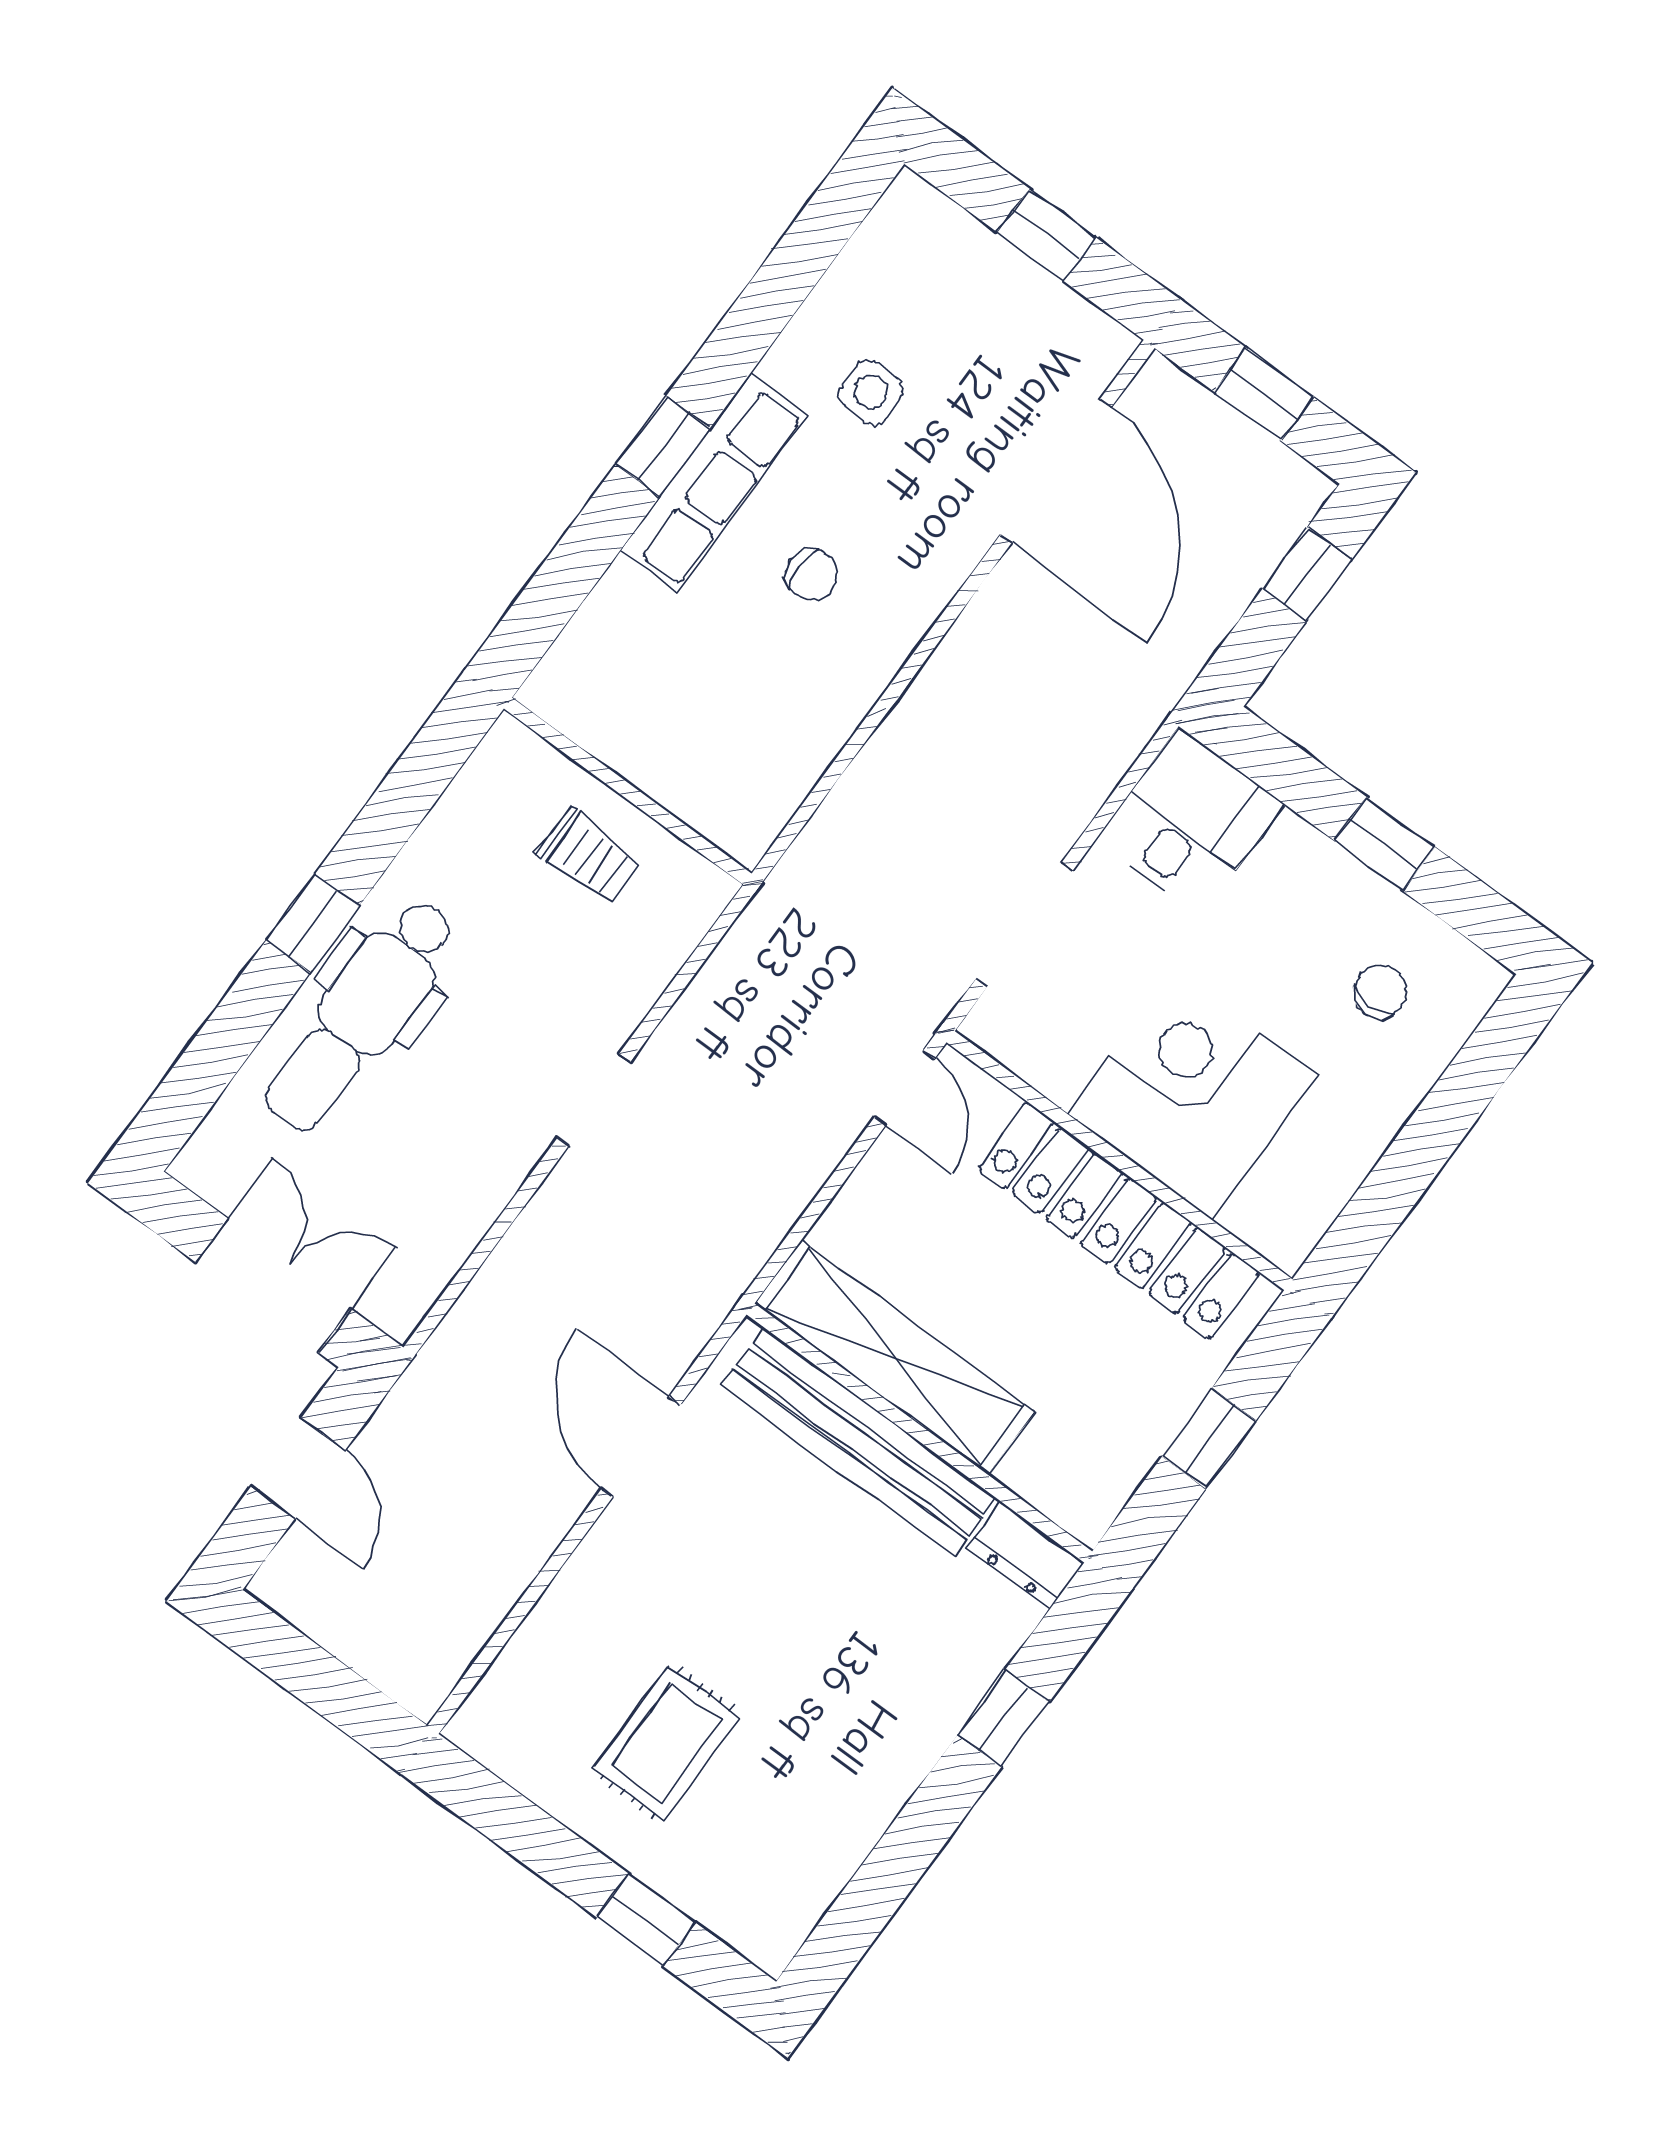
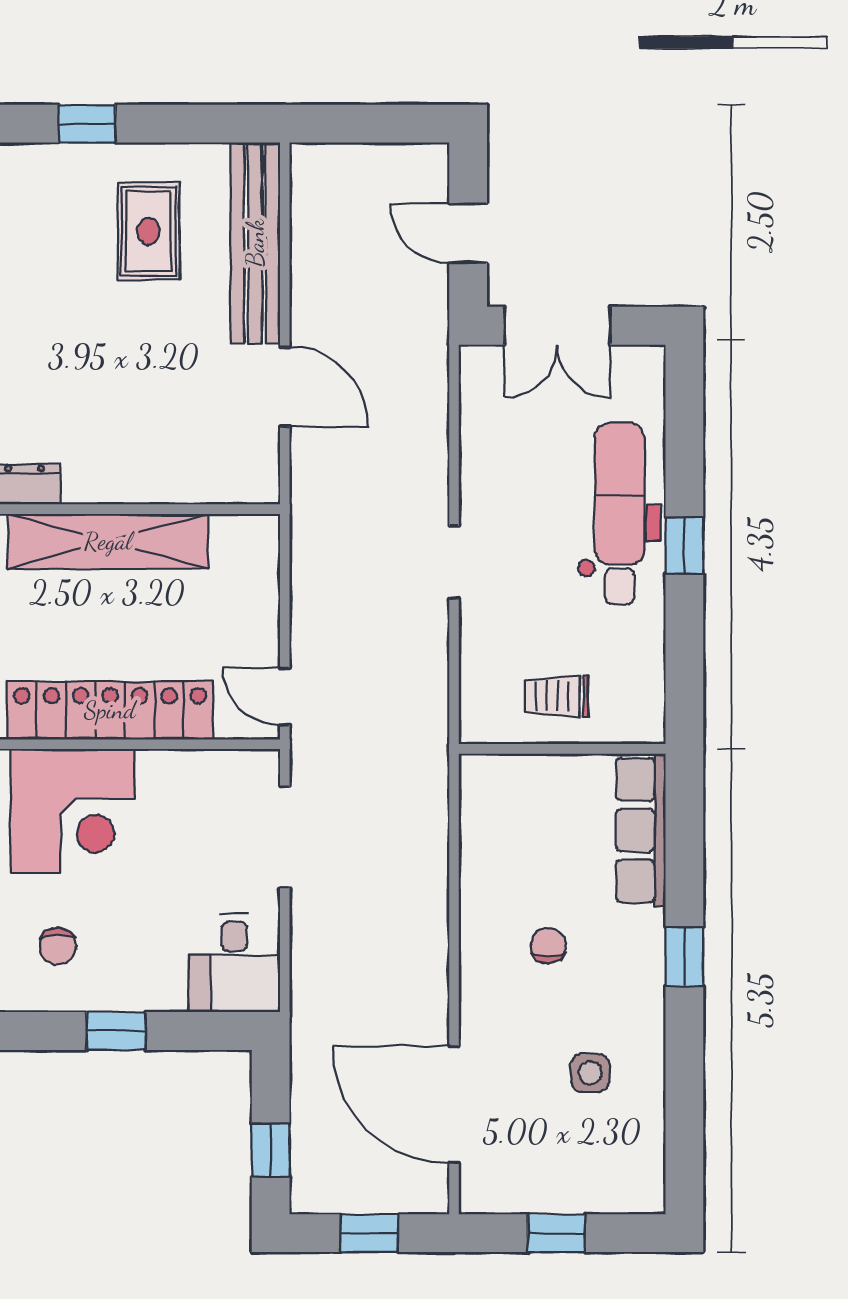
row of seats: (714, 483) -> (641, 830), moved
chair: (811, 575) -> (548, 946), turned 90
corner desk: (1192, 1095) -> (73, 811), moved
shelving: (894, 1357) -> (108, 541), moved
bench: (859, 1441) -> (255, 243), moved, turned 90

